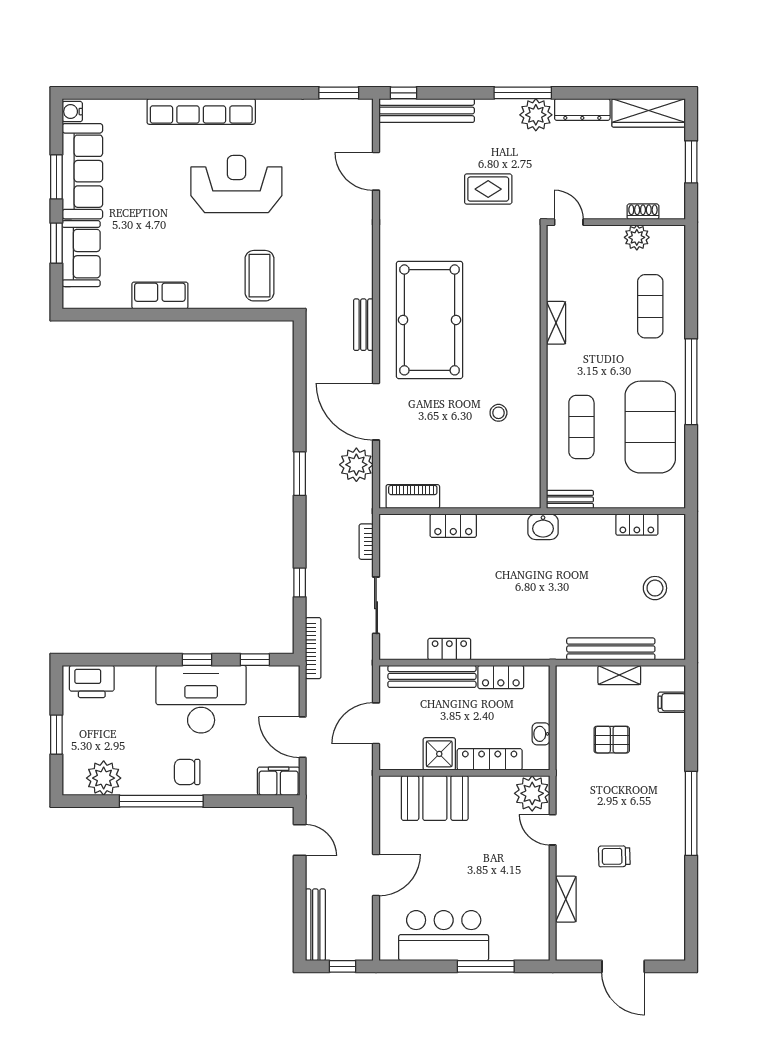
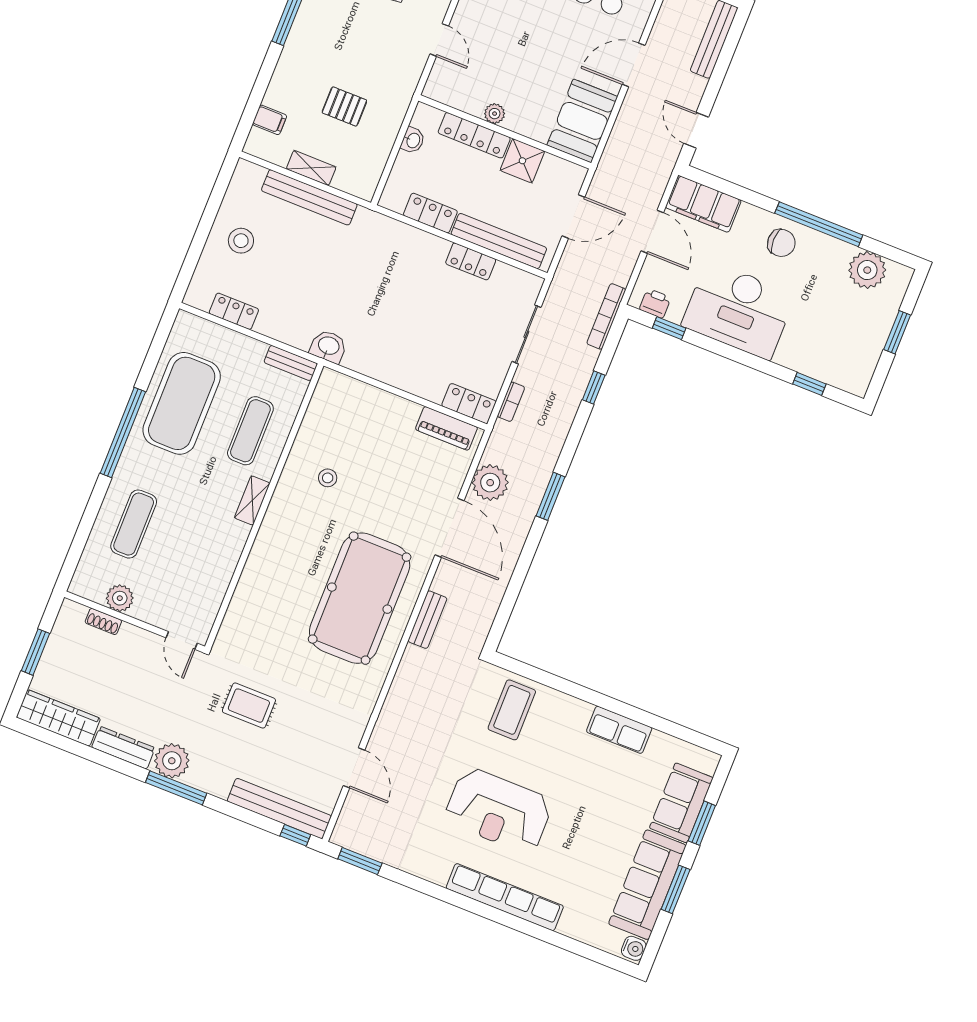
shelving: (556, 323) -> (252, 500), moved
locker: (453, 526) -> (469, 404), moved
window: (197, 660) -> (809, 384), moved
printer: (92, 681) -> (655, 303), moved, width x0.53, depth x0.68
filing cabinet: (279, 781) -> (703, 204), width x1.50, depth x1.17
plant: (532, 793) -> (495, 114), moved, width x0.53, depth x0.53
booth: (435, 798) -> (582, 121), moved, turned 90

